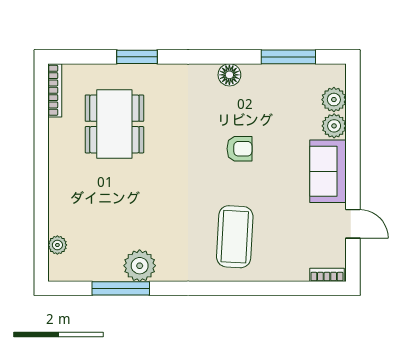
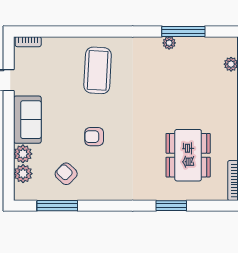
floor lamp: (229, 75) -> (102, 192), removed
armchair: (277, 99) -> (66, 174), added
plant: (140, 266) -> (169, 43), width x0.53, depth x0.53

